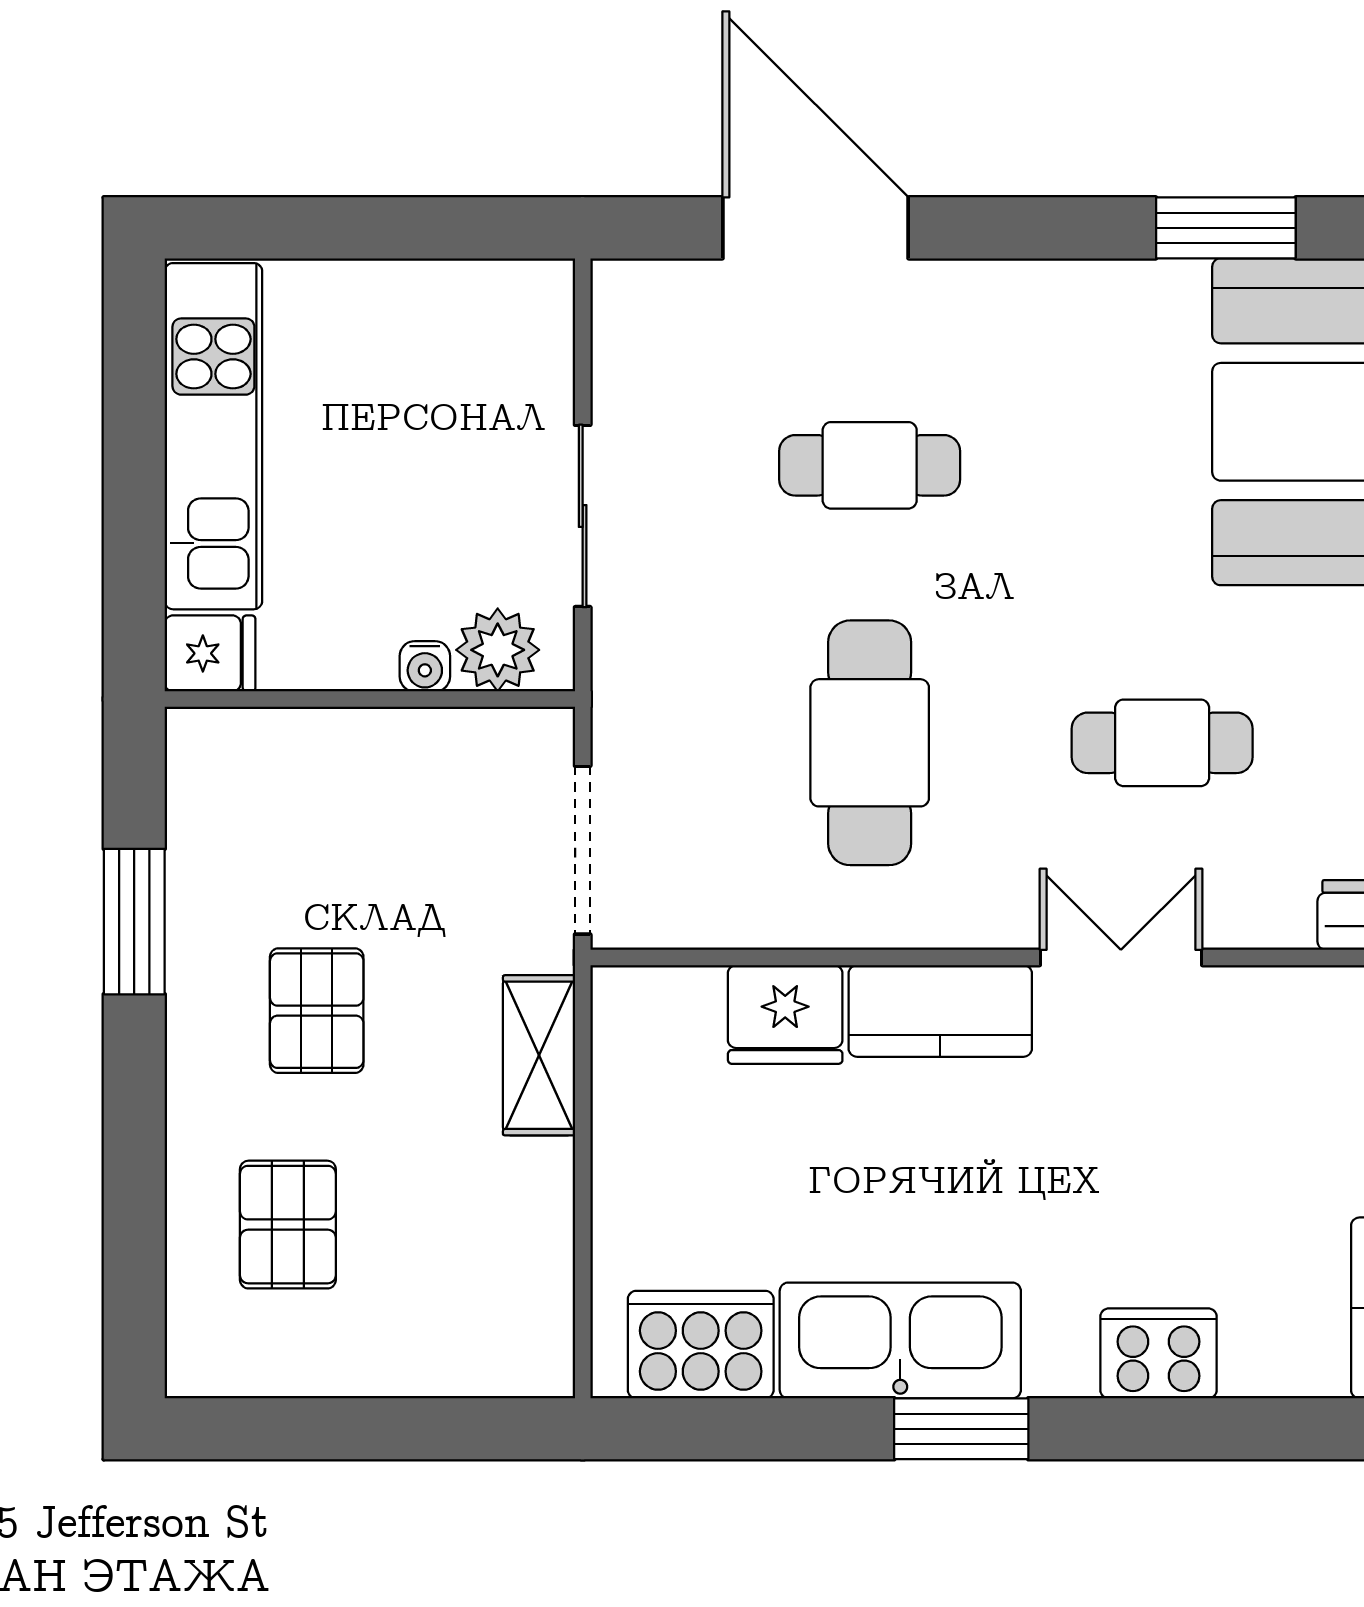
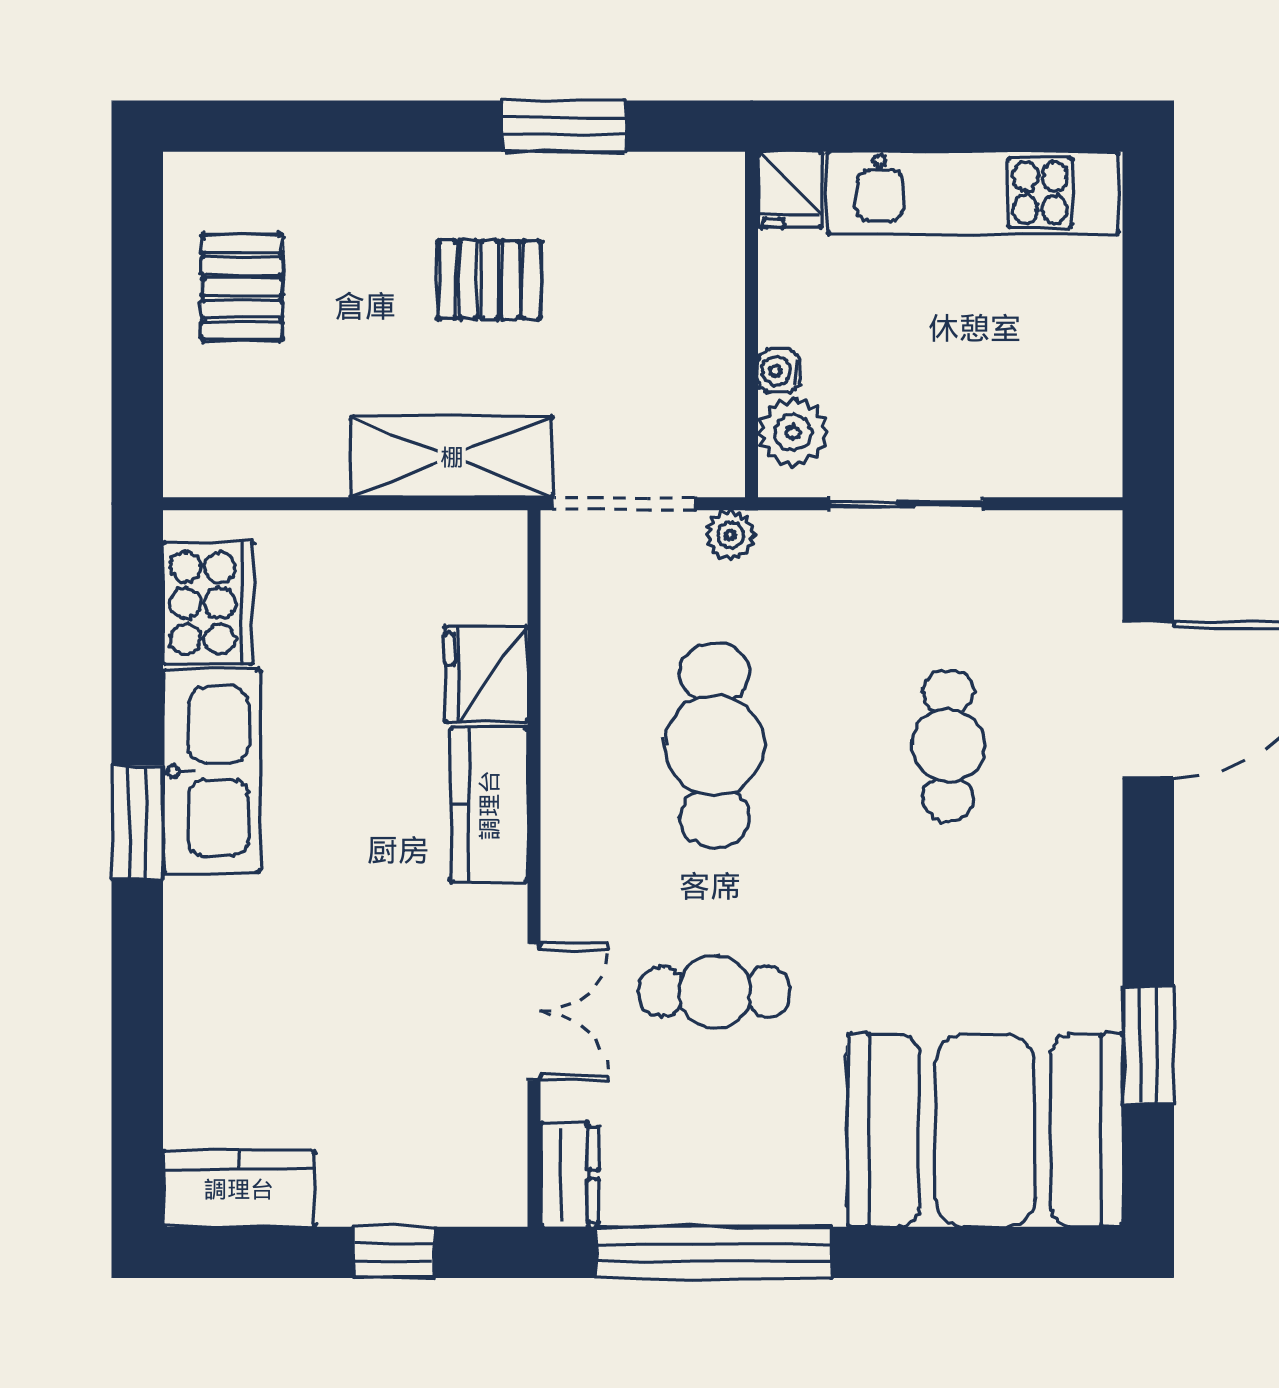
plant: (620, 724) -> (730, 535), added
cafe table: (870, 743) -> (715, 745), turned 90
cafe table: (1162, 743) -> (715, 992), turned 90
double door: (1121, 958) -> (534, 1012), moved
shelving: (539, 1055) -> (452, 457), width x1.50, depth x1.33
pallet: (288, 1225) -> (242, 287), moved, turned 90
cooker: (1159, 1353) -> (201, 989), removed

